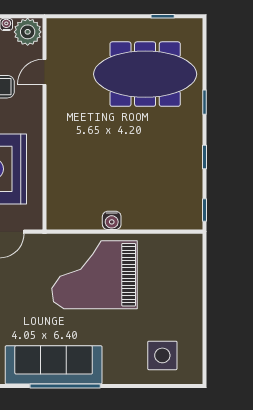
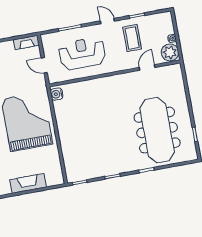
door: (44, 72) -> (147, 67), hinge flipped
water cooler: (112, 220) -> (57, 94), moved
fireplace: (191, 291) -> (28, 183), added

